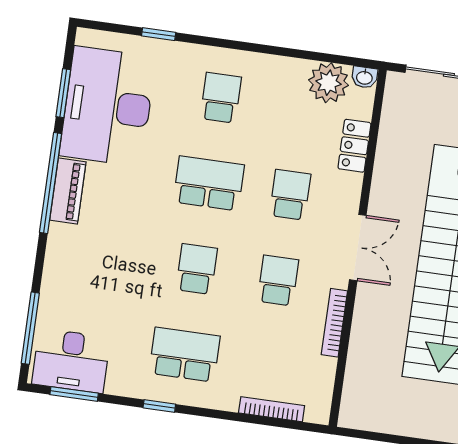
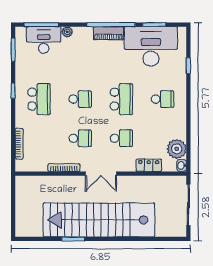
plant: (53, 276) -> (67, 32), added
desk: (71, 361) -> (44, 40), moved, turned 90

